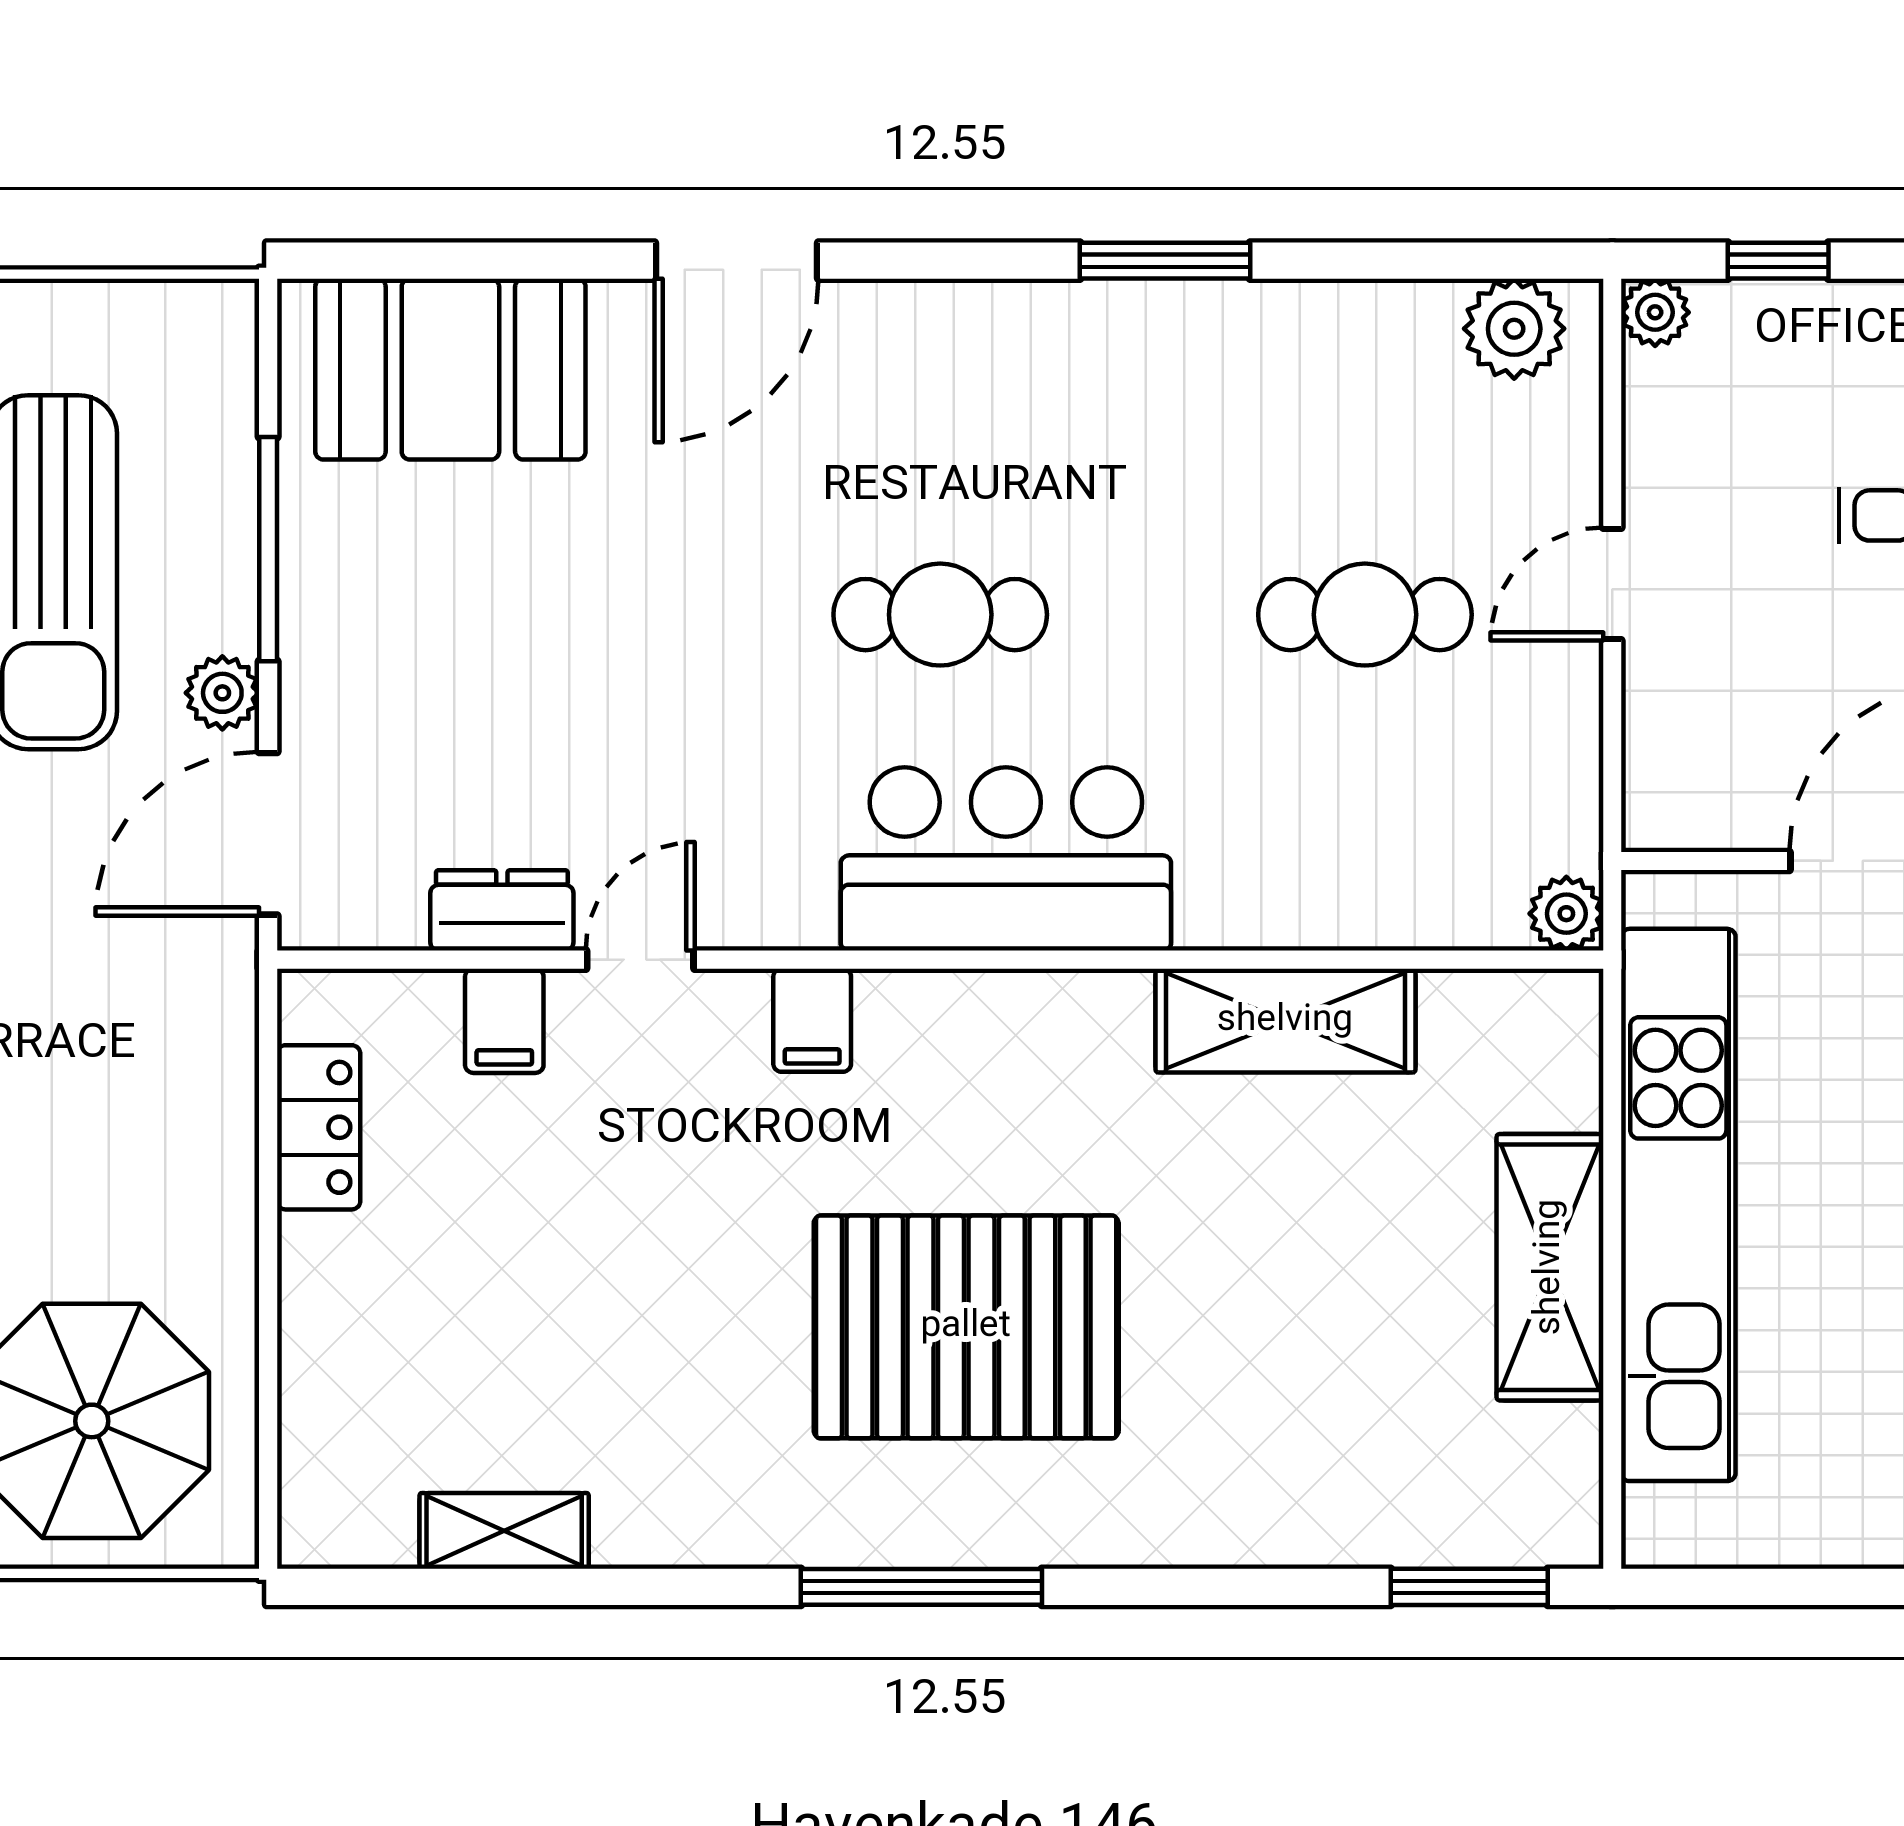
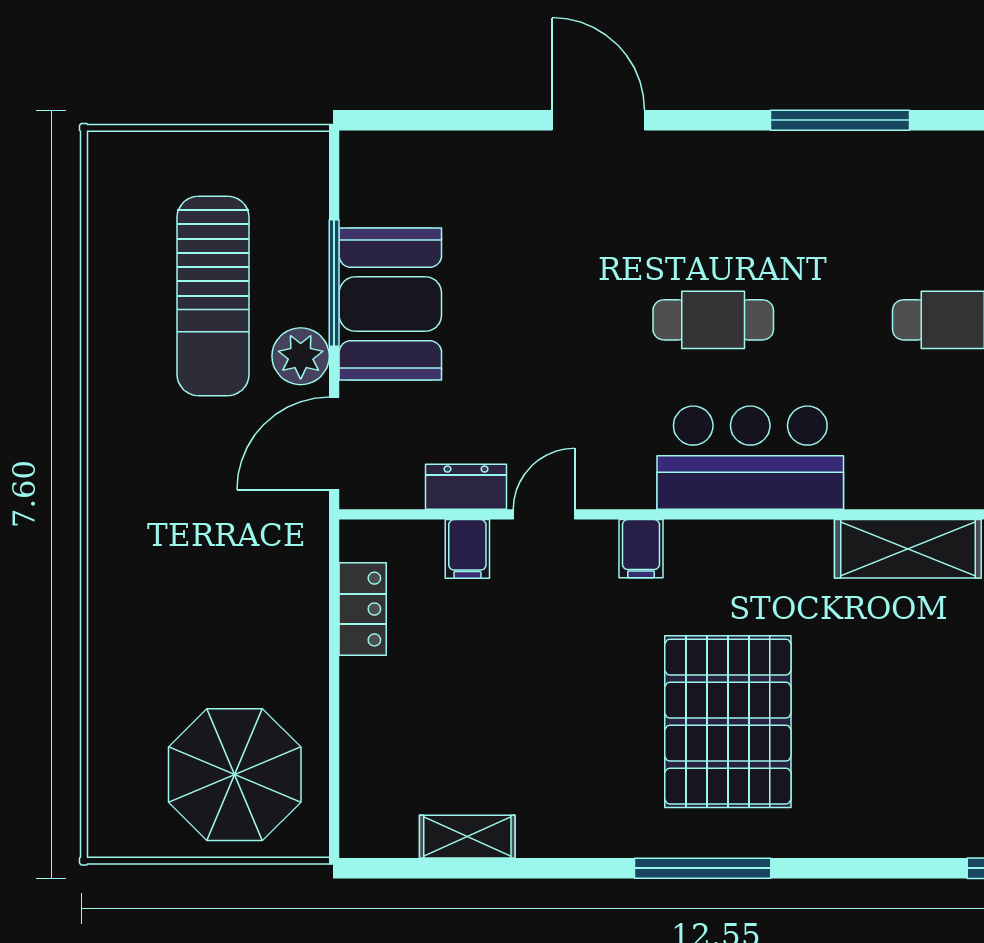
door: (737, 261) -> (598, 120), swing flipped
window: (1165, 261) -> (840, 120), width x1.44
booth: (450, 369) -> (390, 304), moved, turned 90
plant: (222, 693) -> (301, 356), width x1.38, depth x1.38
pallet: (966, 1327) -> (728, 722), turned 90

